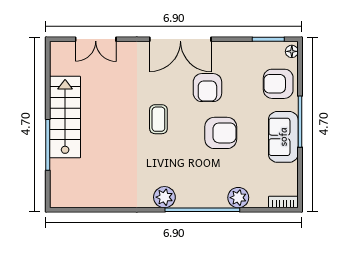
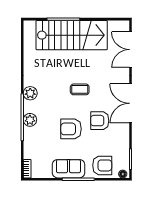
double door: (96, 39) -> (130, 50), width x1.37
armchair: (278, 84) -> (102, 165), turned 90
stairs: (65, 117) -> (72, 35), width x1.36, depth x1.51
armchair: (221, 133) -> (71, 129), turned 90
plant: (238, 198) -> (30, 120), moved

